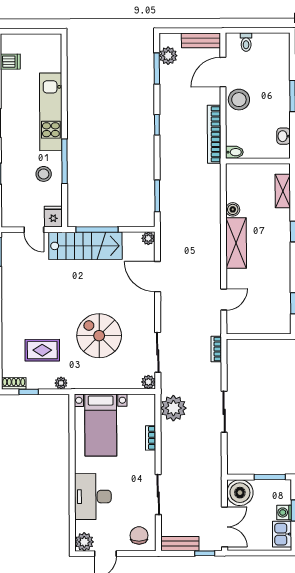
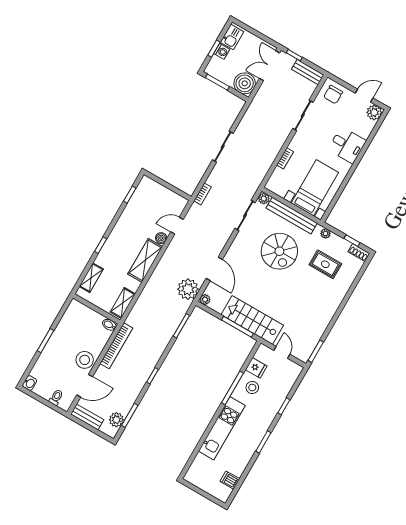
washbasin: (283, 136) -> (30, 383), moved
shelving: (234, 184) -> (123, 303), added
boiler: (233, 209) -> (161, 238), moved
fridge: (53, 217) -> (256, 368), moved, turned -90
bench: (108, 381) -> (292, 216), added
plant: (173, 408) -> (188, 289), moved
desk: (93, 497) -> (347, 145), width x0.73

